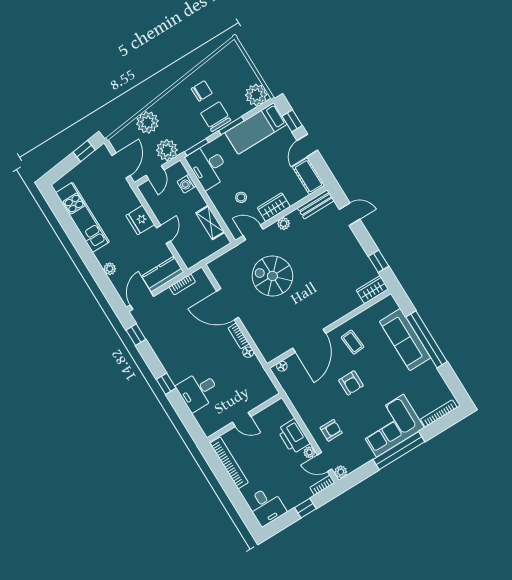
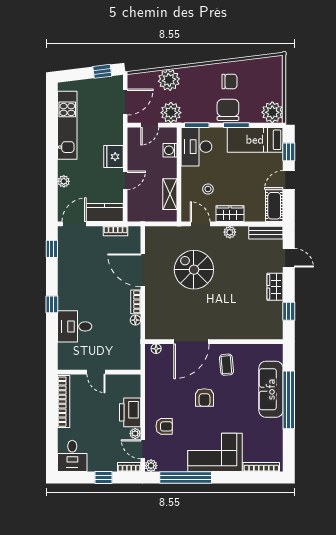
wardrobe: (372, 290) -> (275, 287), moved, turned -90
window: (399, 451) -> (186, 477), moved

